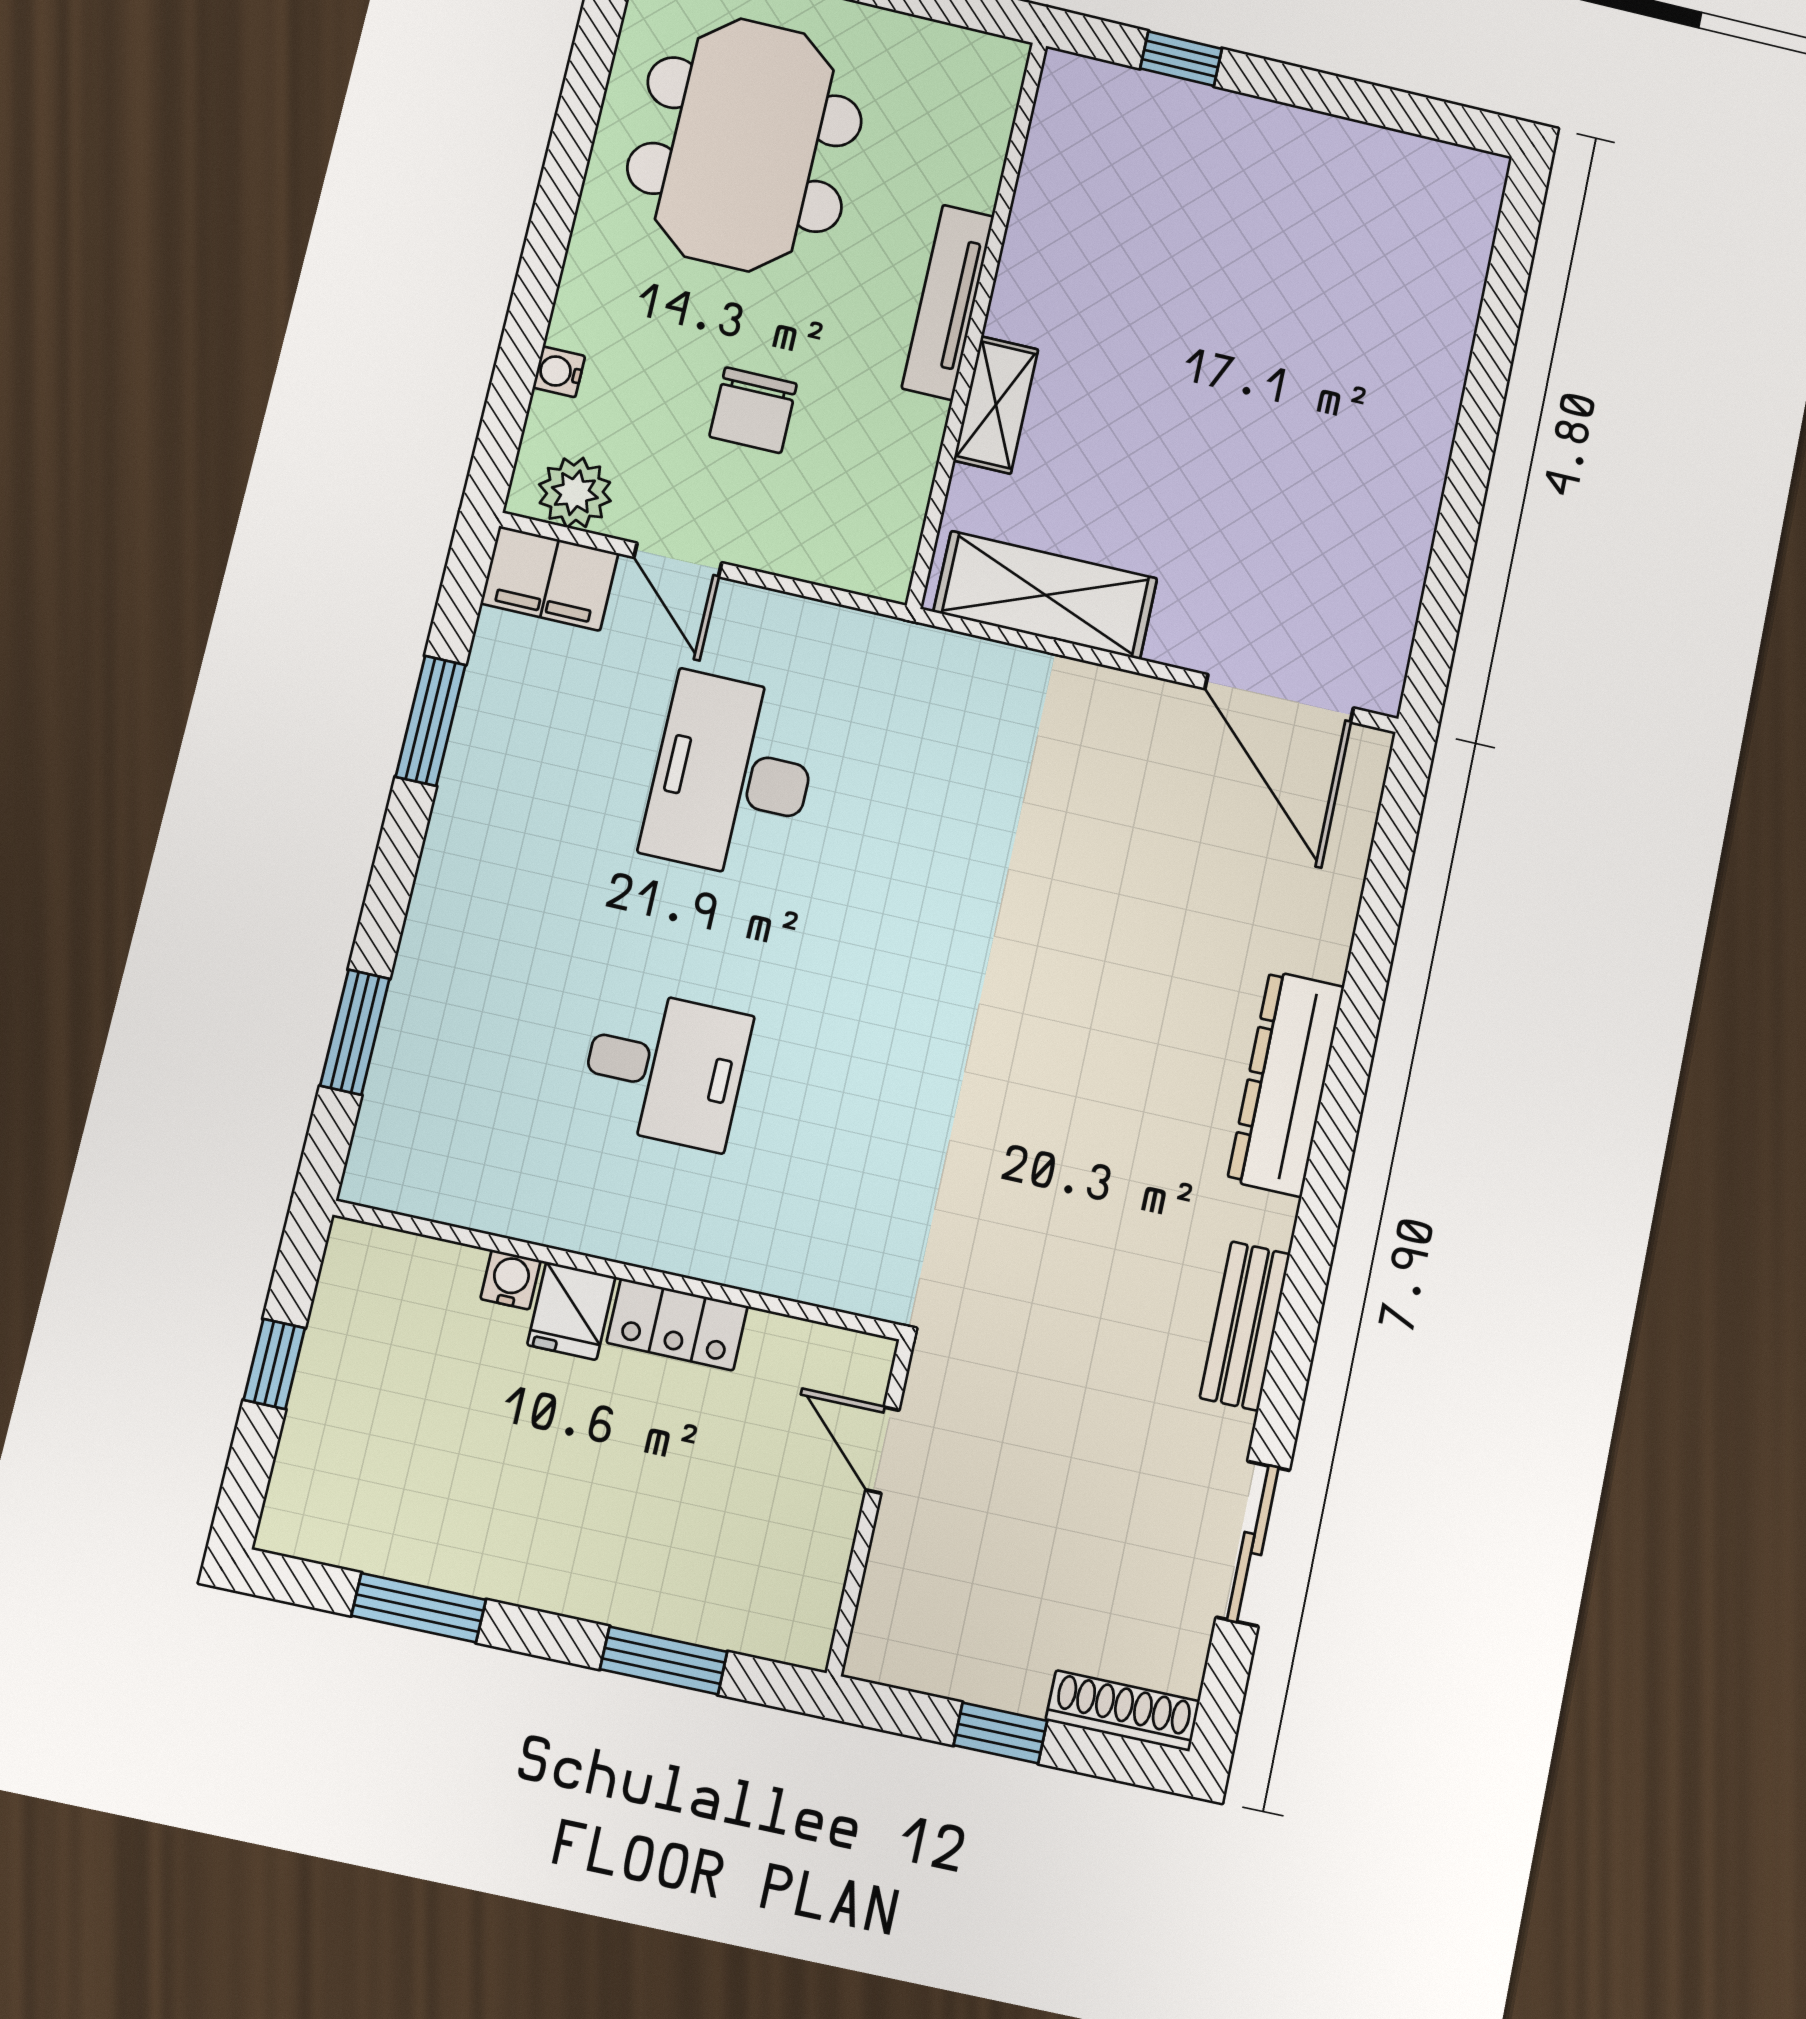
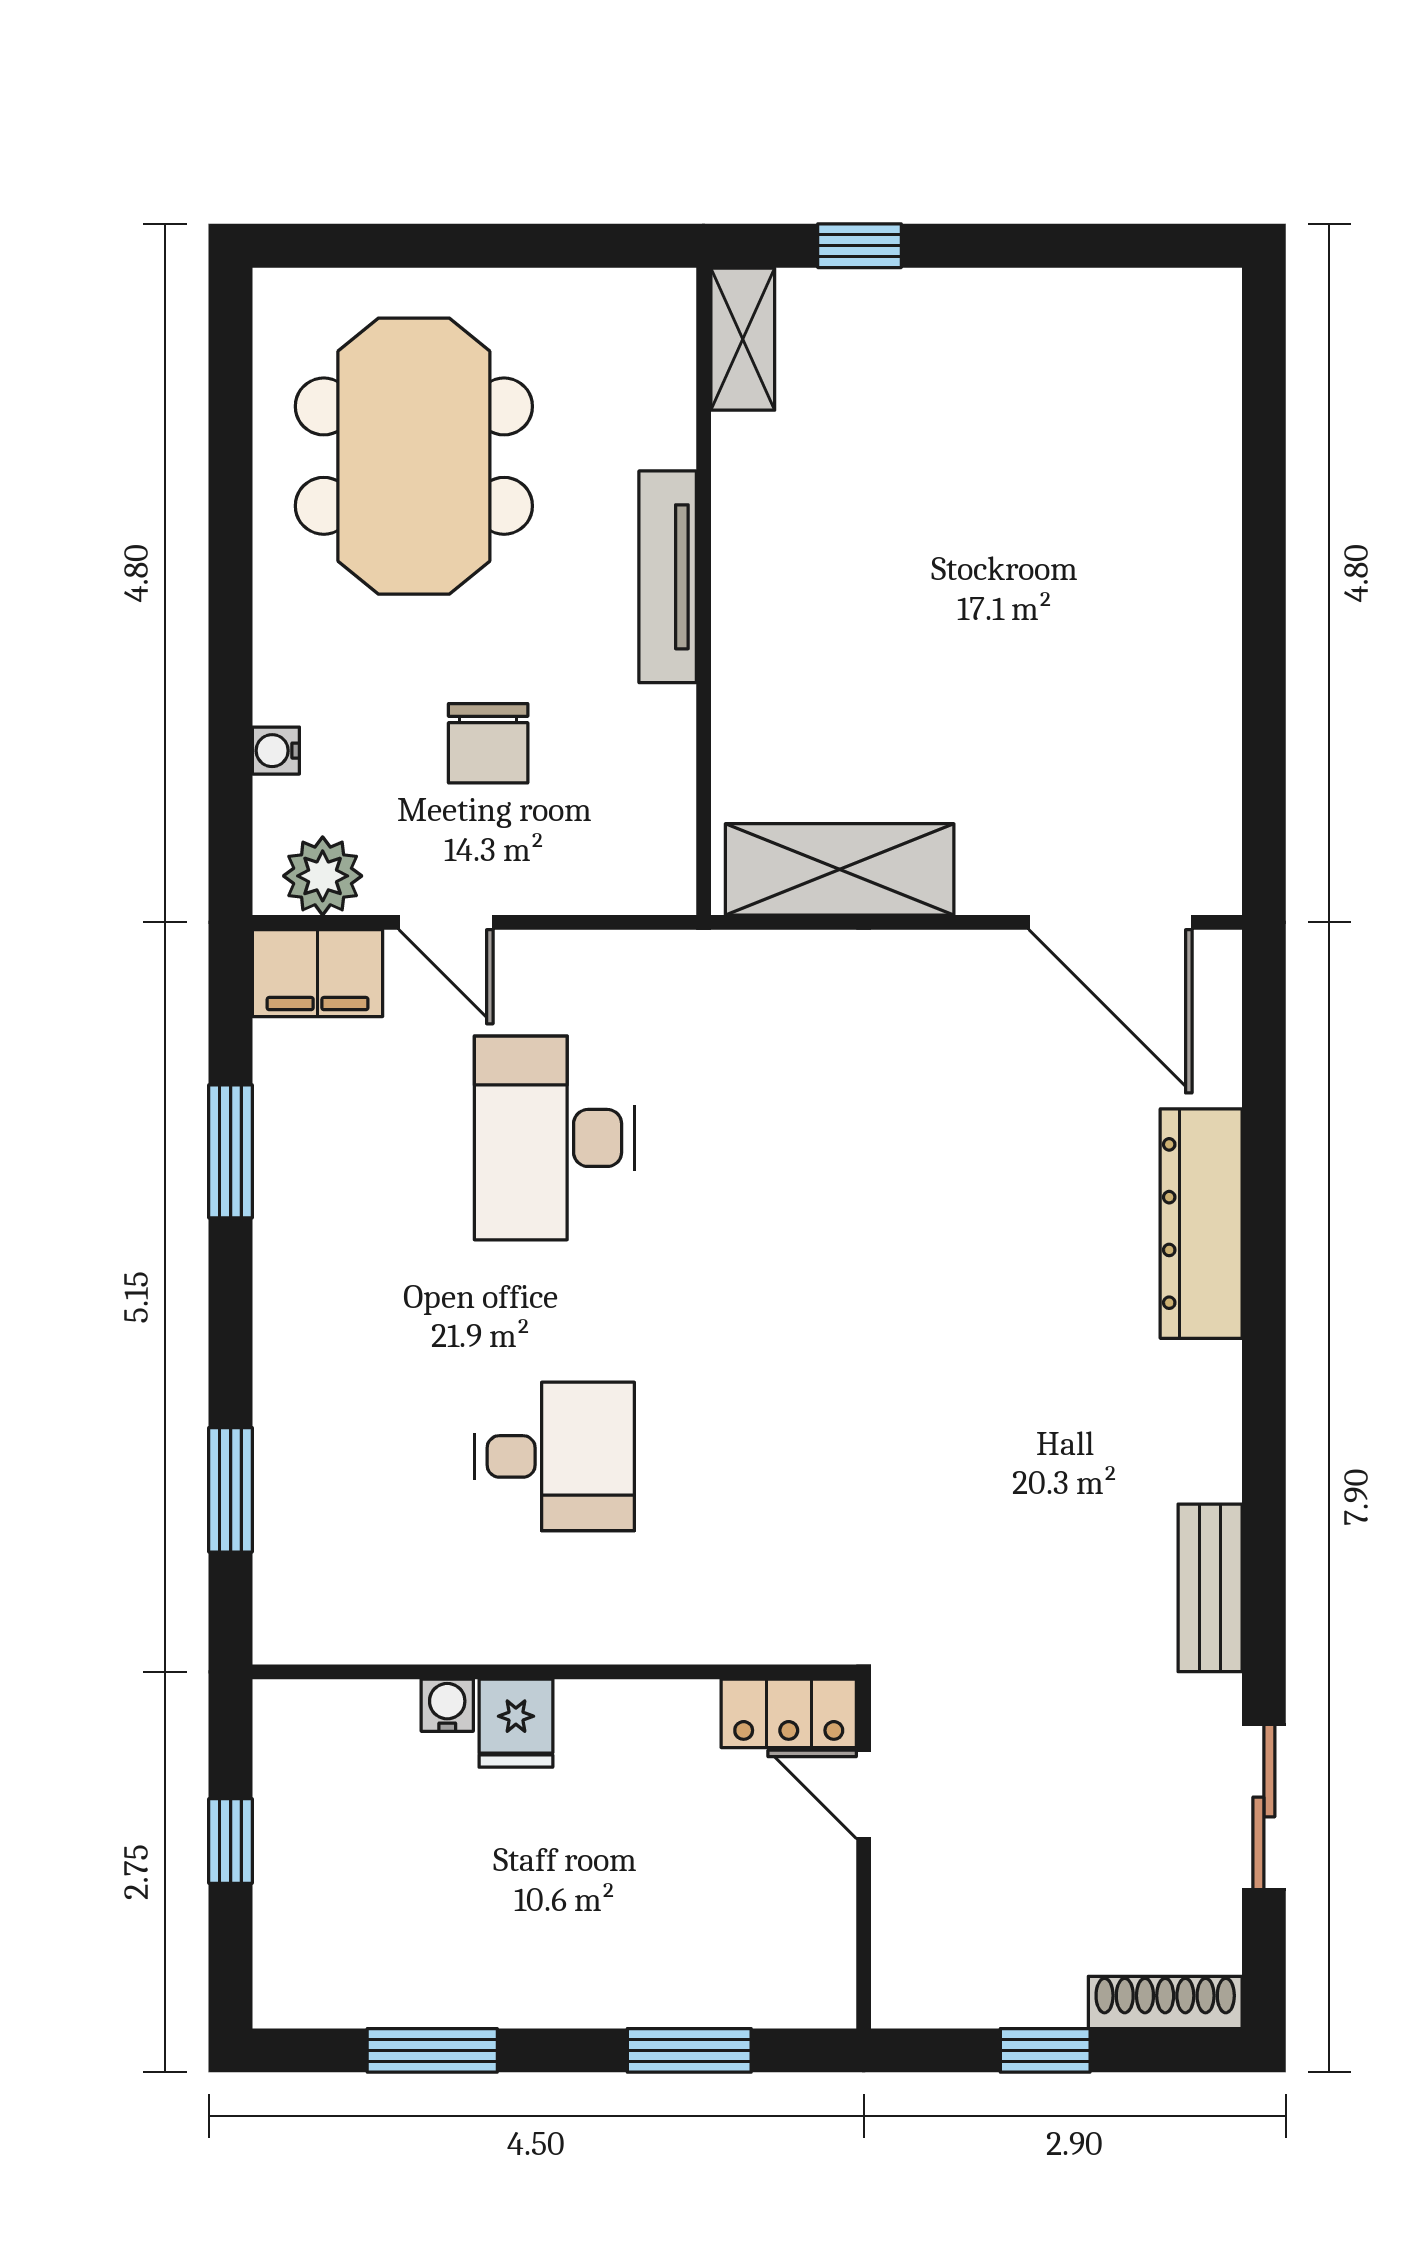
shelving: (996, 405) -> (743, 339), moved
dresser: (1286, 1083) -> (1201, 1224), moved
locker: (677, 1324) -> (789, 1713), moved

